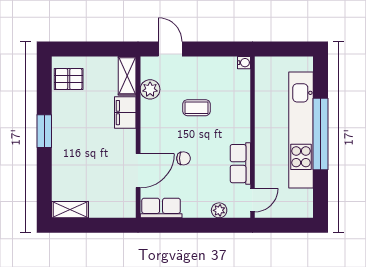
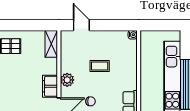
plant: (150, 89) -> (67, 80), moved
filing cabinet: (125, 113) -> (50, 86), moved

